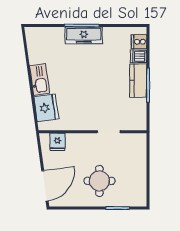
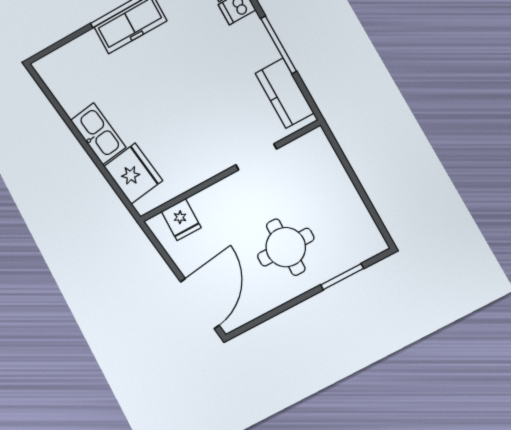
kitchen counter: (138, 81) -> (284, 93), moved

